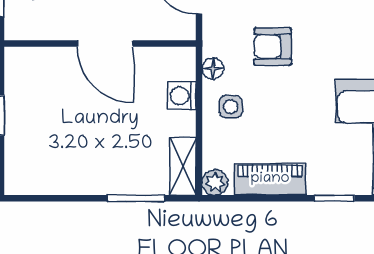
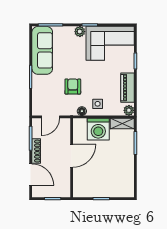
armchair: (273, 47) -> (73, 87), turned 180
washing machine: (182, 96) -> (98, 129), width x1.89, depth x1.89

